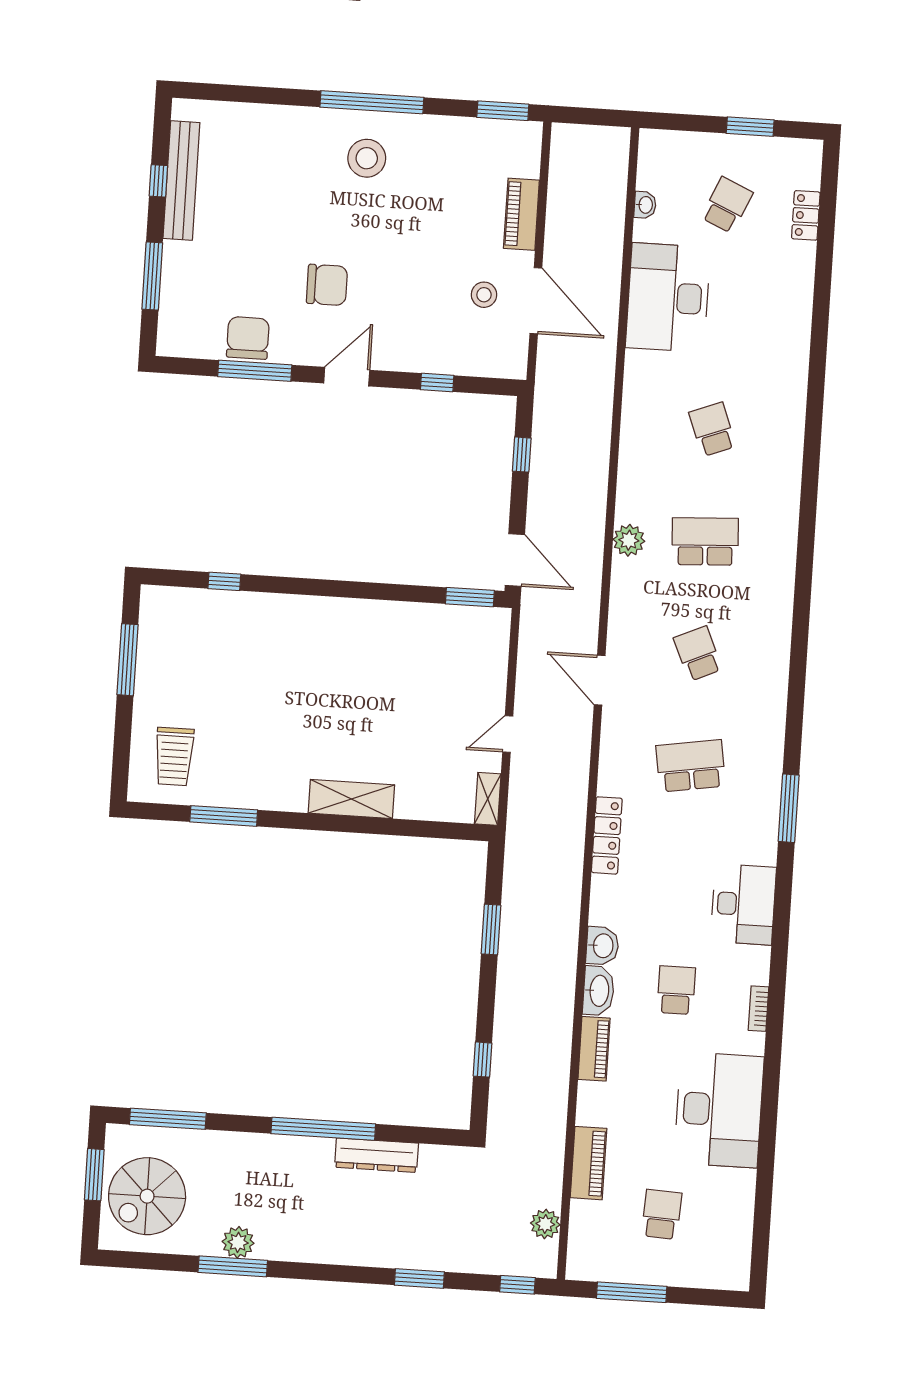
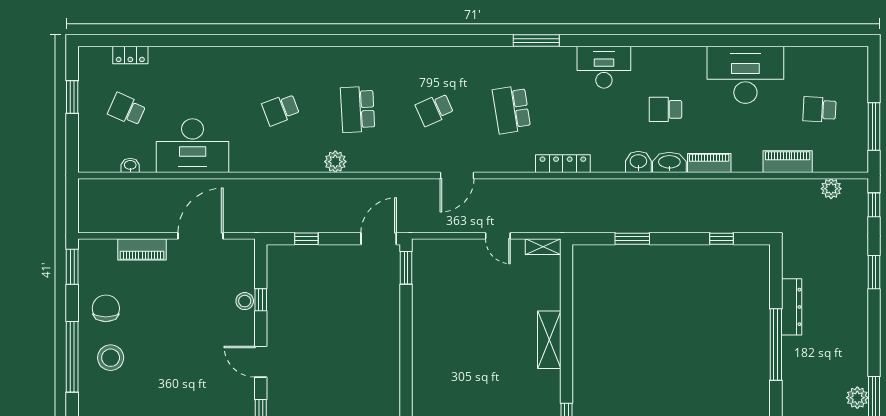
chair: (327, 285) -> (106, 308), moved
stool: (484, 295) -> (245, 301), moved
plant: (629, 540) -> (335, 162), moved
bookcase: (758, 1009) -> (675, 52), removed

